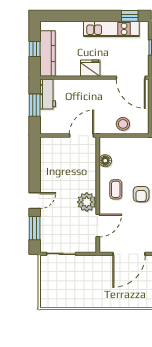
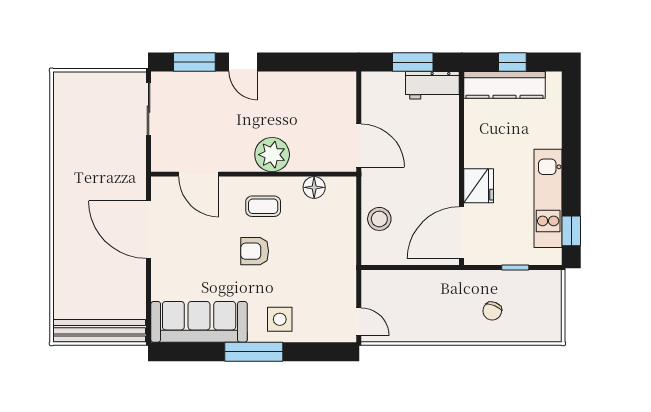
fridge: (90, 68) -> (479, 186), moved
plant: (87, 202) -> (272, 155), moved

